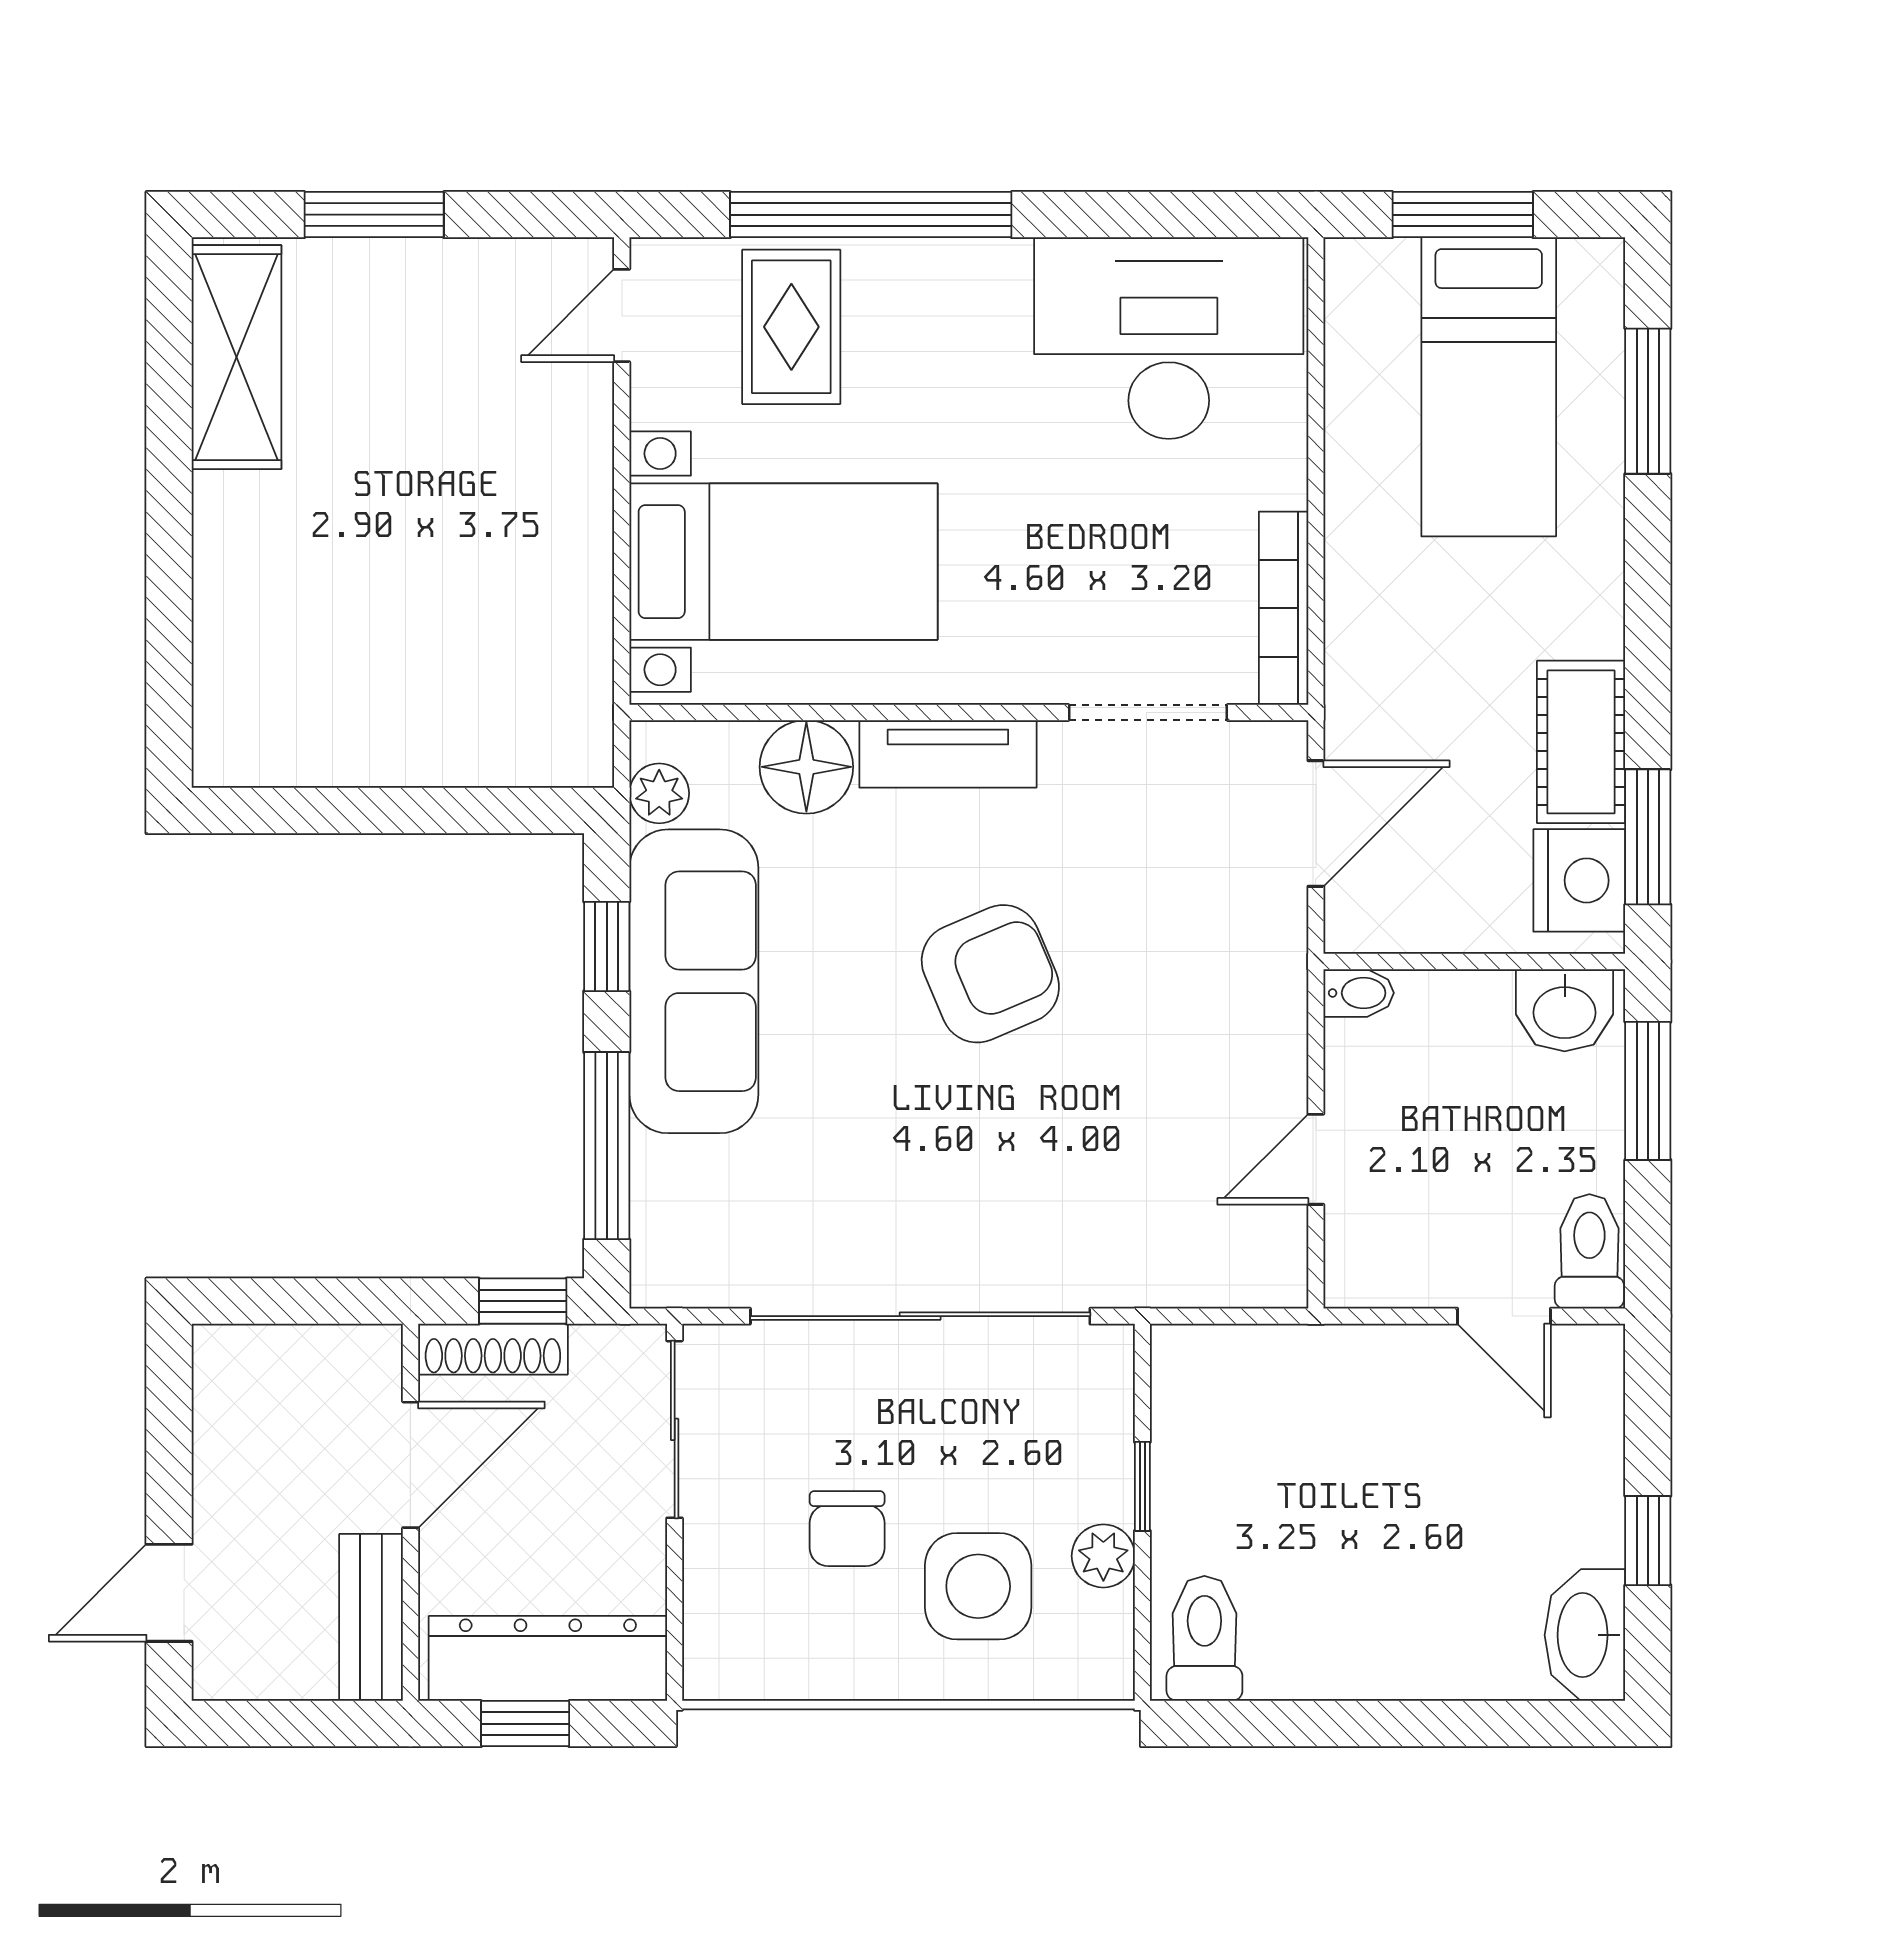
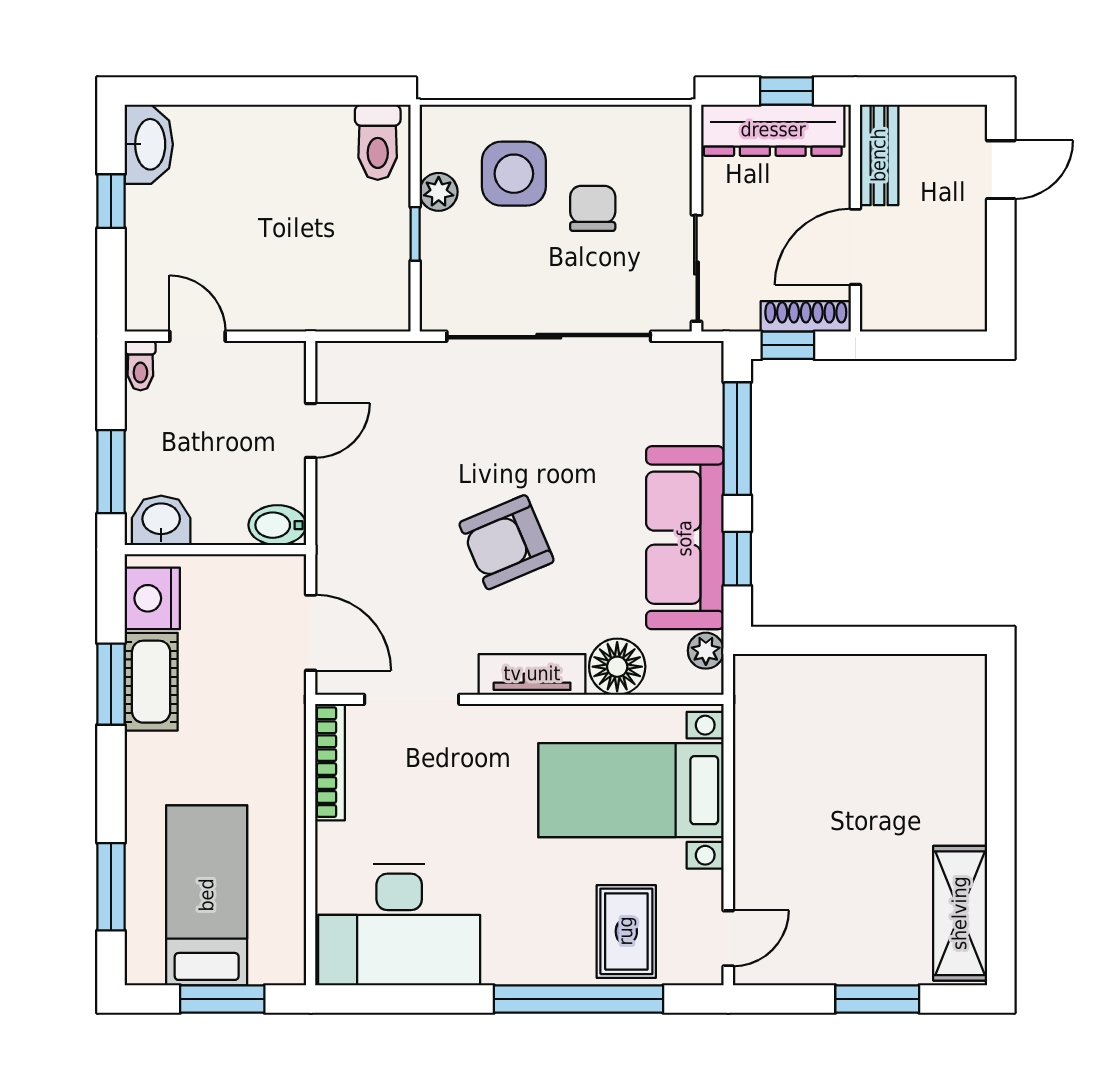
door: (1316, 823) -> (311, 633), swing flipped
window: (1648, 837) -> (111, 684), moved
bidet: (1359, 993) -> (277, 525), width x1.38, depth x1.36
toilet: (1589, 1251) -> (140, 366), width x0.73, depth x0.72

